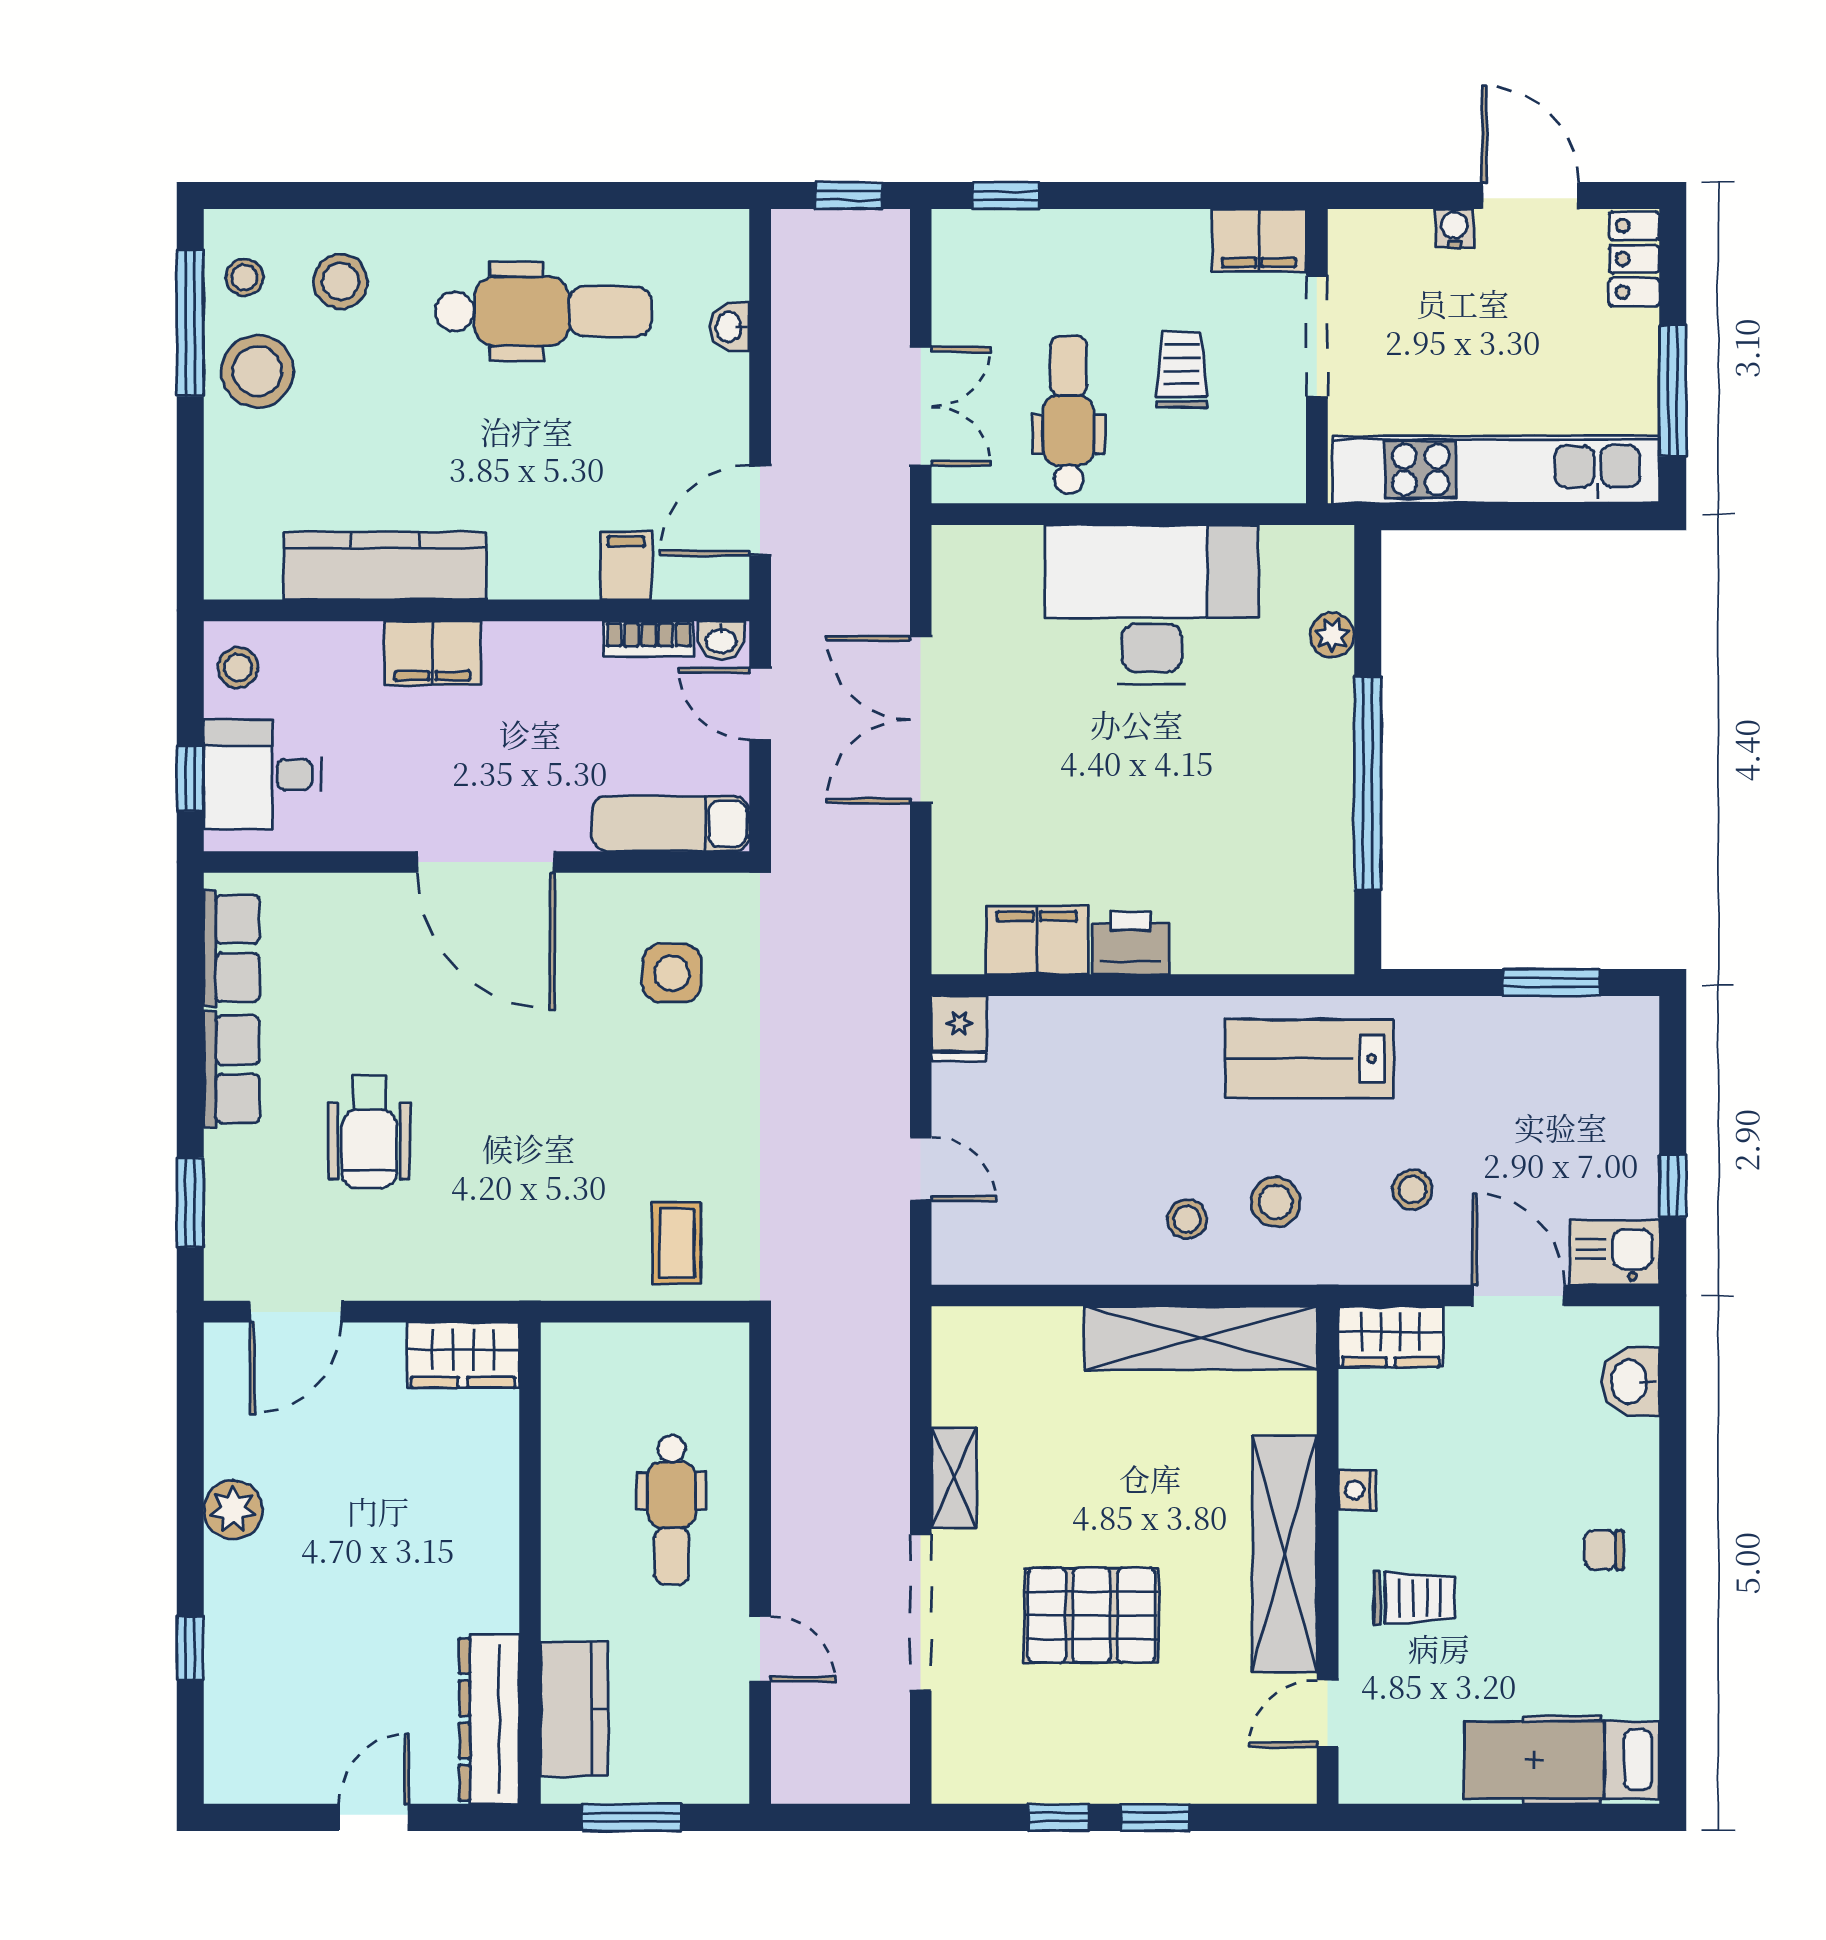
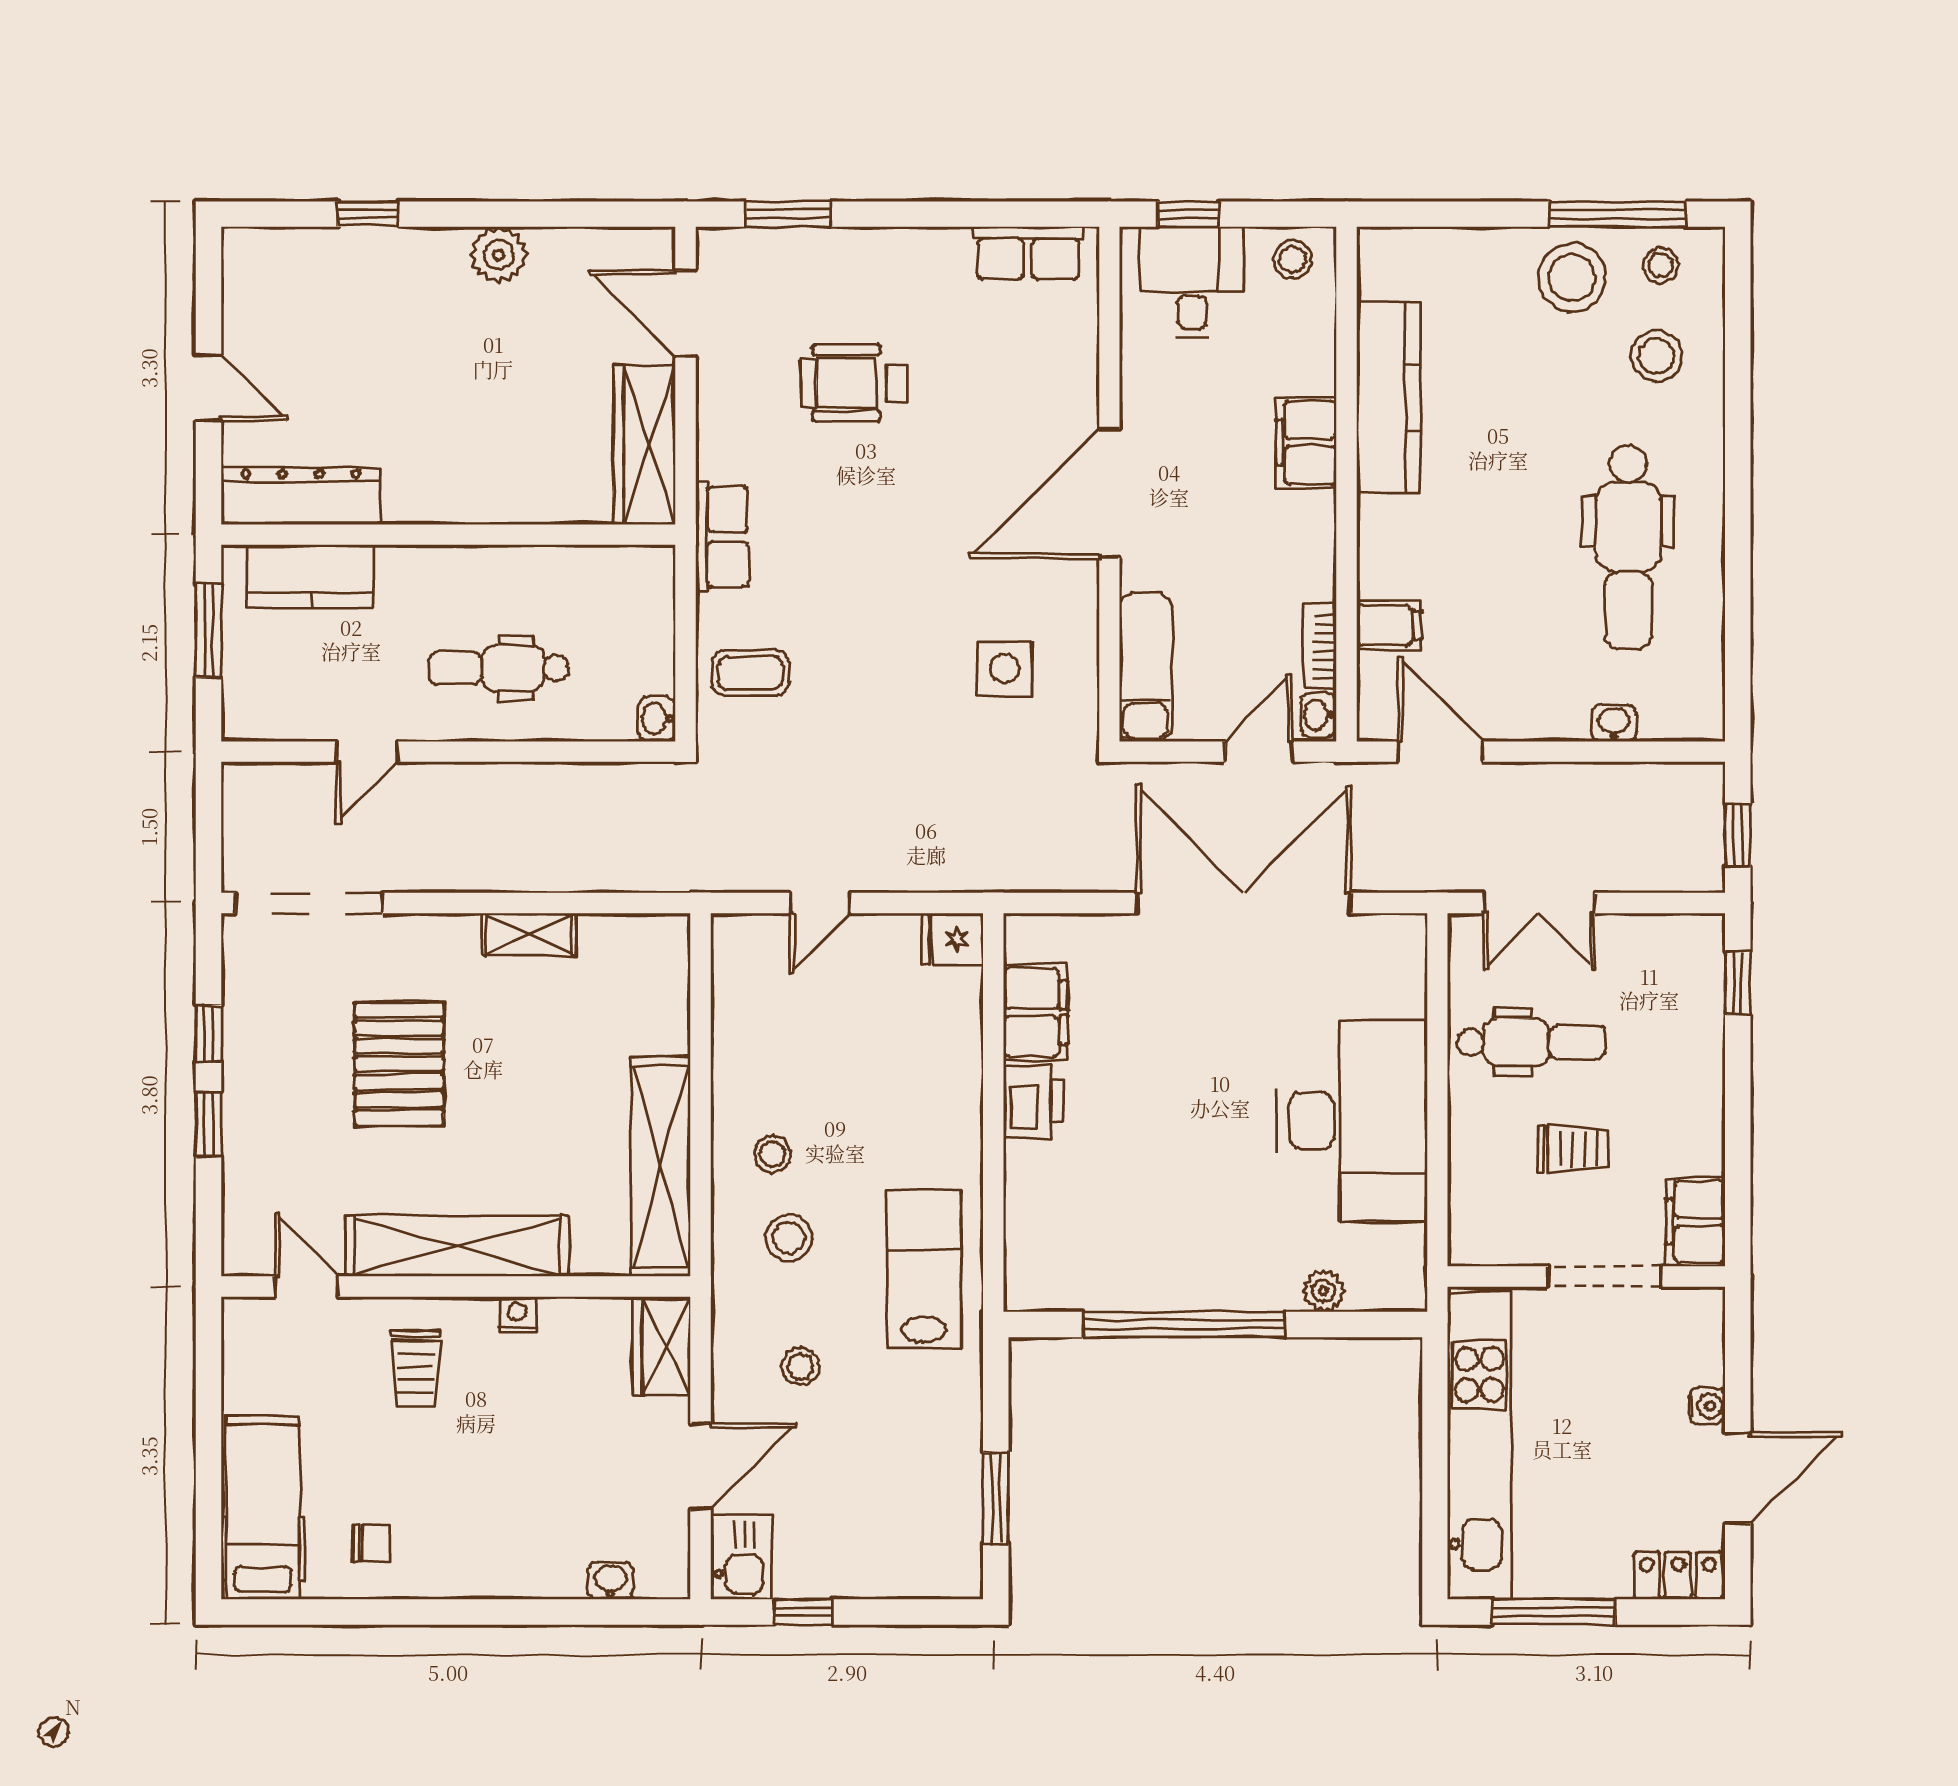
double door: (921, 720) -> (1244, 903), width x1.36
row of seats: (231, 1069) -> (722, 537), moved, turned -90
washbasin: (725, 1342) -> (657, 719), added
wardrobe: (463, 1355) -> (645, 445), width x1.50
washbasin: (1630, 1382) -> (610, 1581), width x0.72, depth x0.69
chair: (1604, 1550) -> (372, 1544), moved, turned 90
doorway: (921, 1612) -> (309, 903), moved

